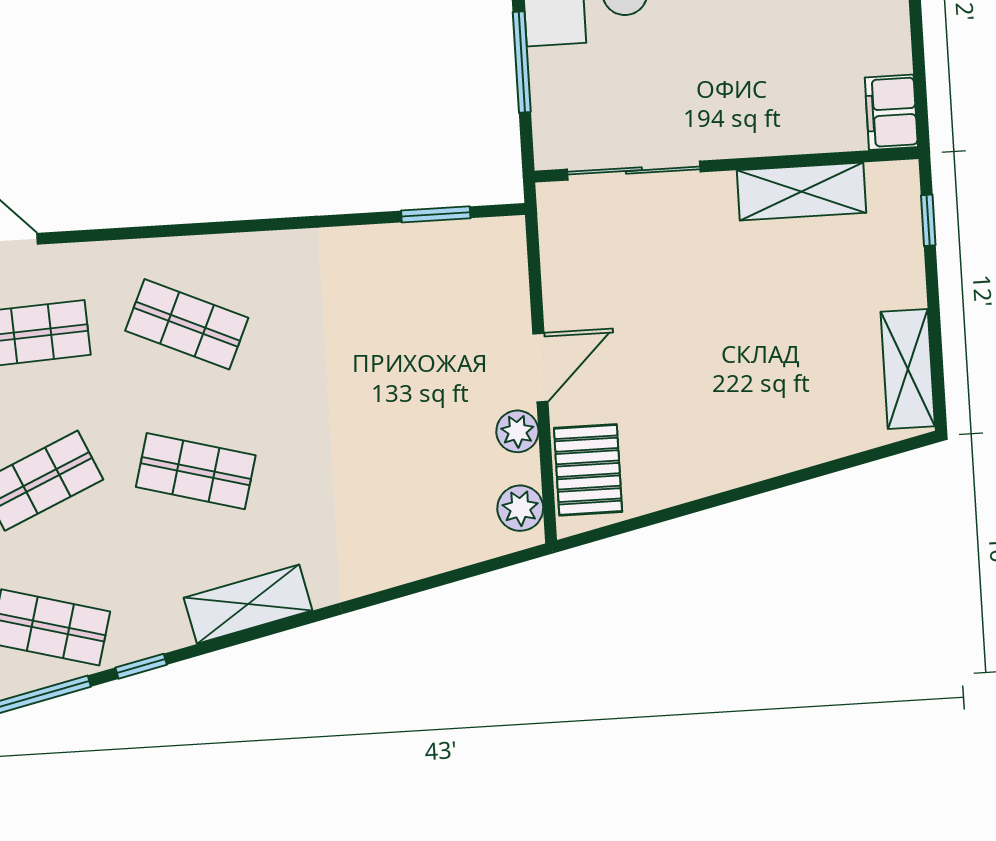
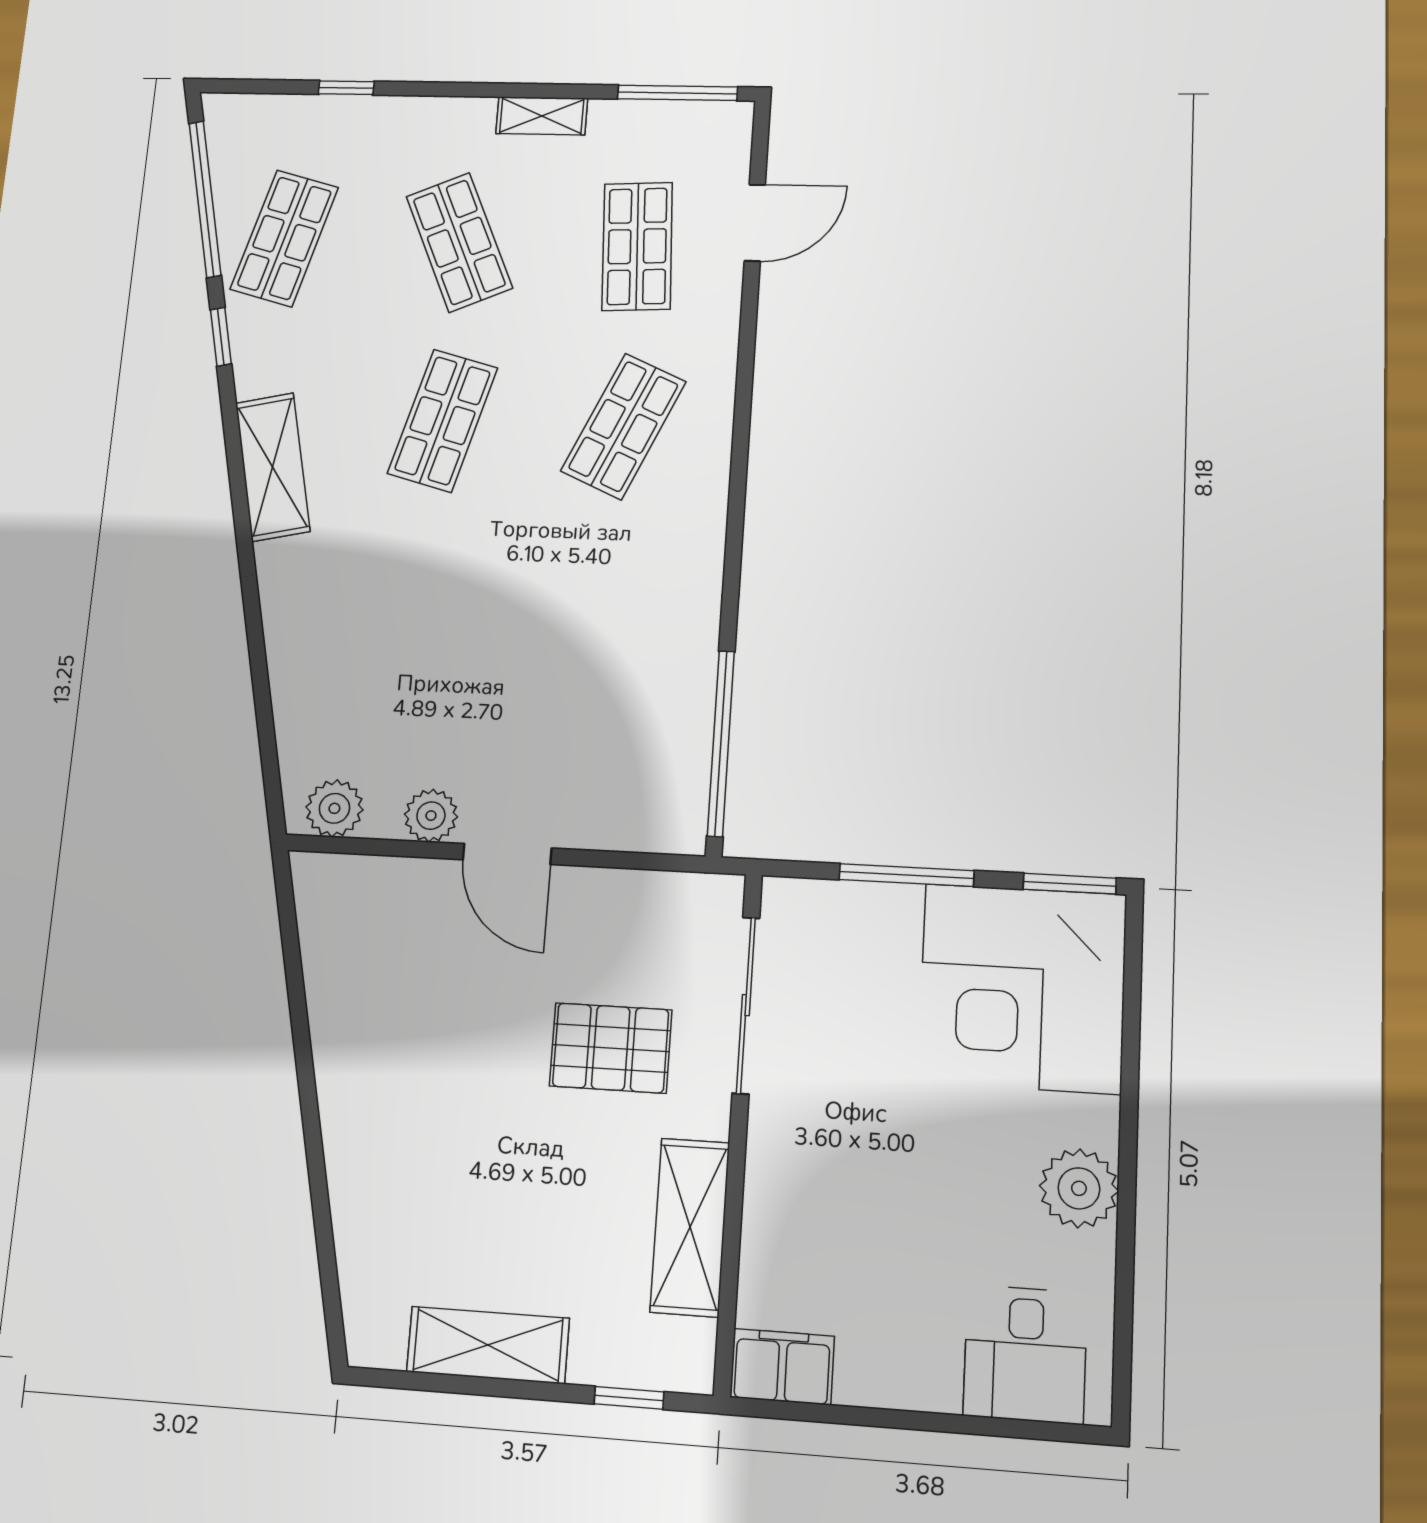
window: (436, 214) -> (721, 743), width x2.11
shelving: (908, 369) -> (488, 1345), moved
pallet: (588, 470) -> (611, 1048), moved

